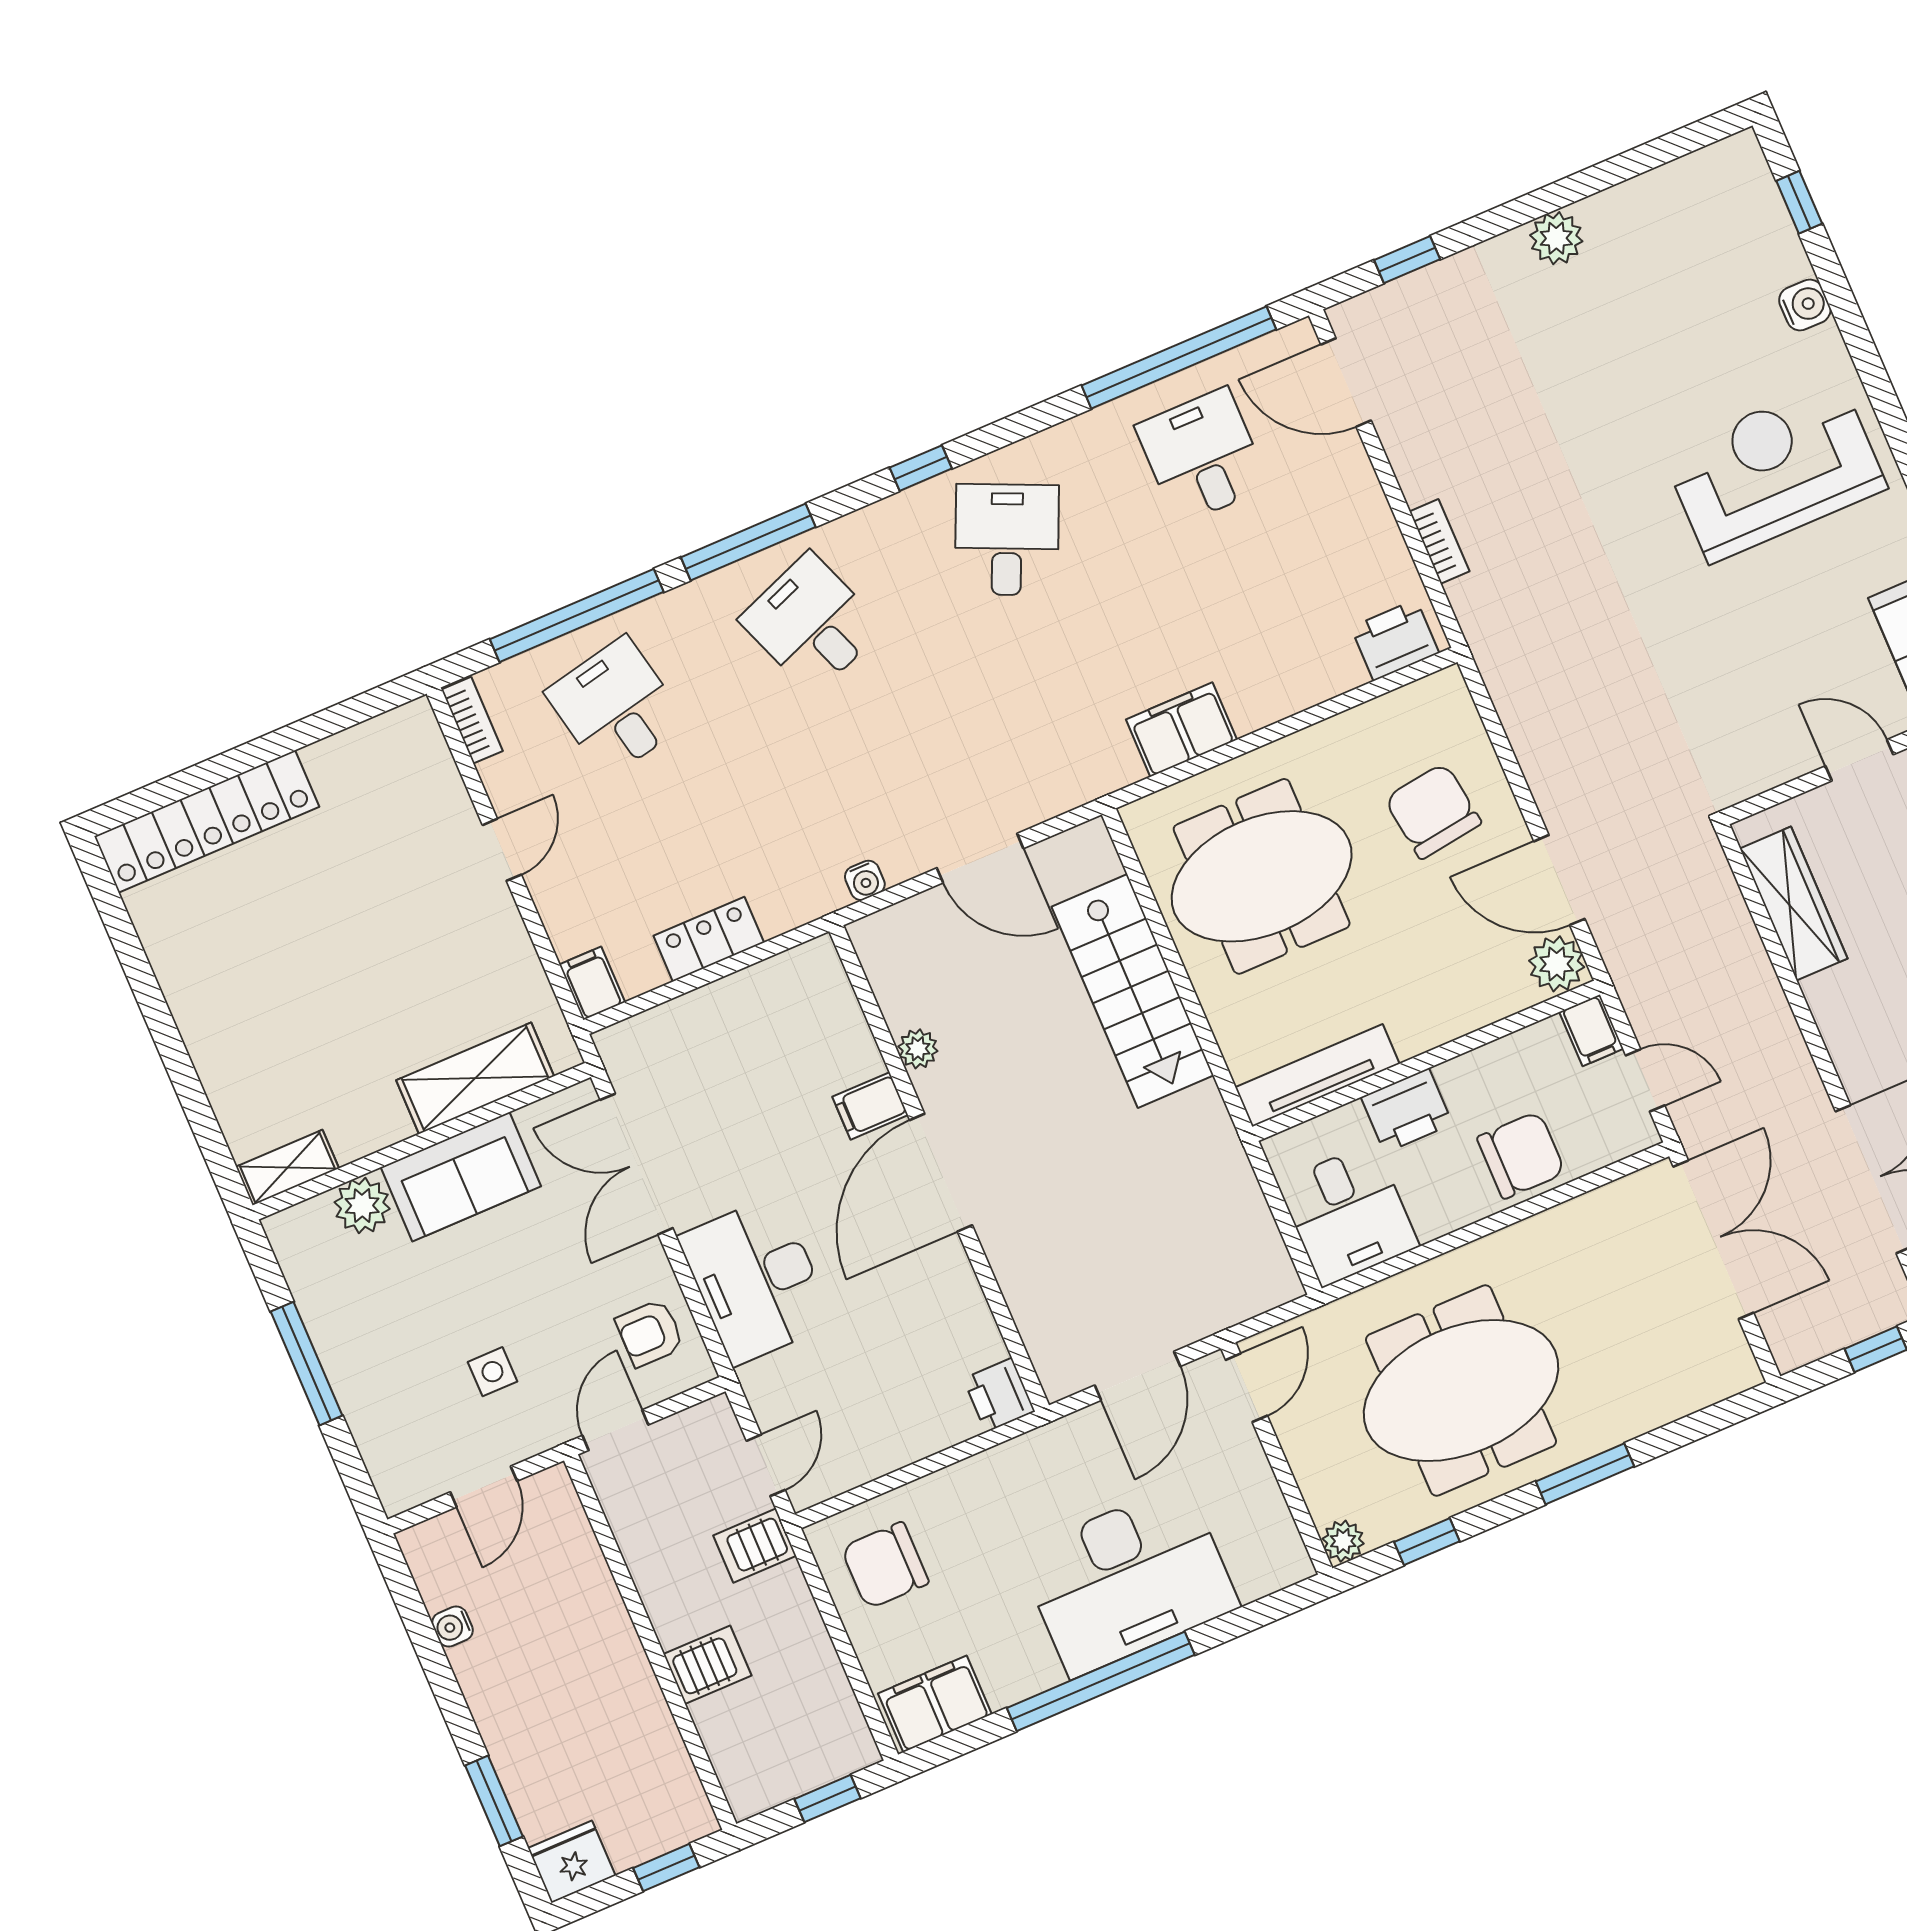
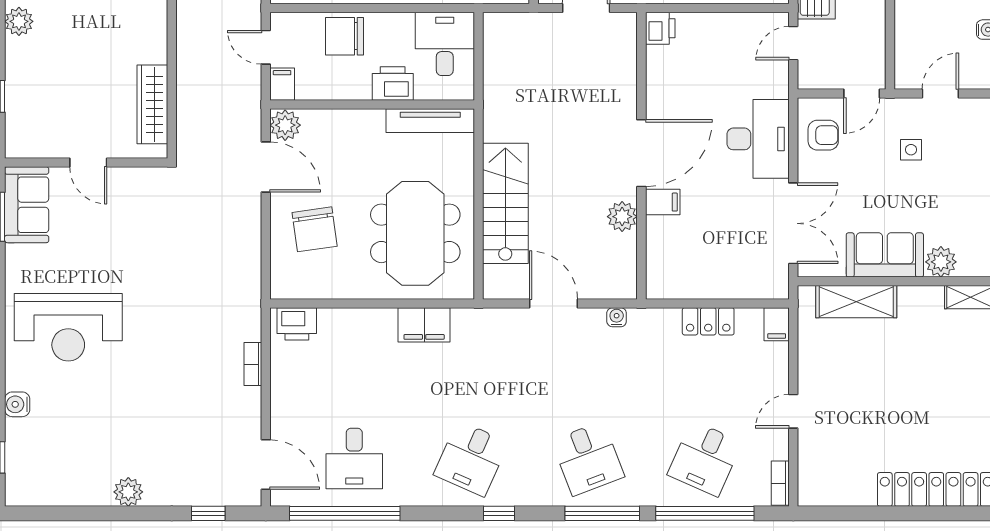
desk: (616, 707) -> (705, 459), turned 36
meeting table: (1262, 876) -> (415, 233), turned 90
plant: (918, 1049) -> (622, 217), width x1.38, depth x1.38

